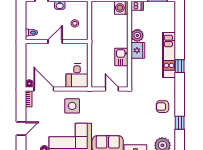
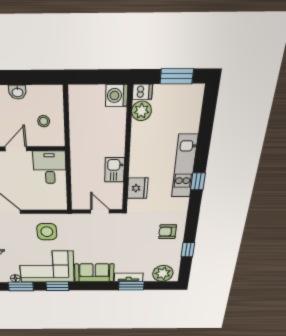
plant: (137, 35) -> (141, 111), moved
fridge: (138, 50) -> (138, 188), moved
desk: (77, 76) -> (50, 168), moved, turned 180

